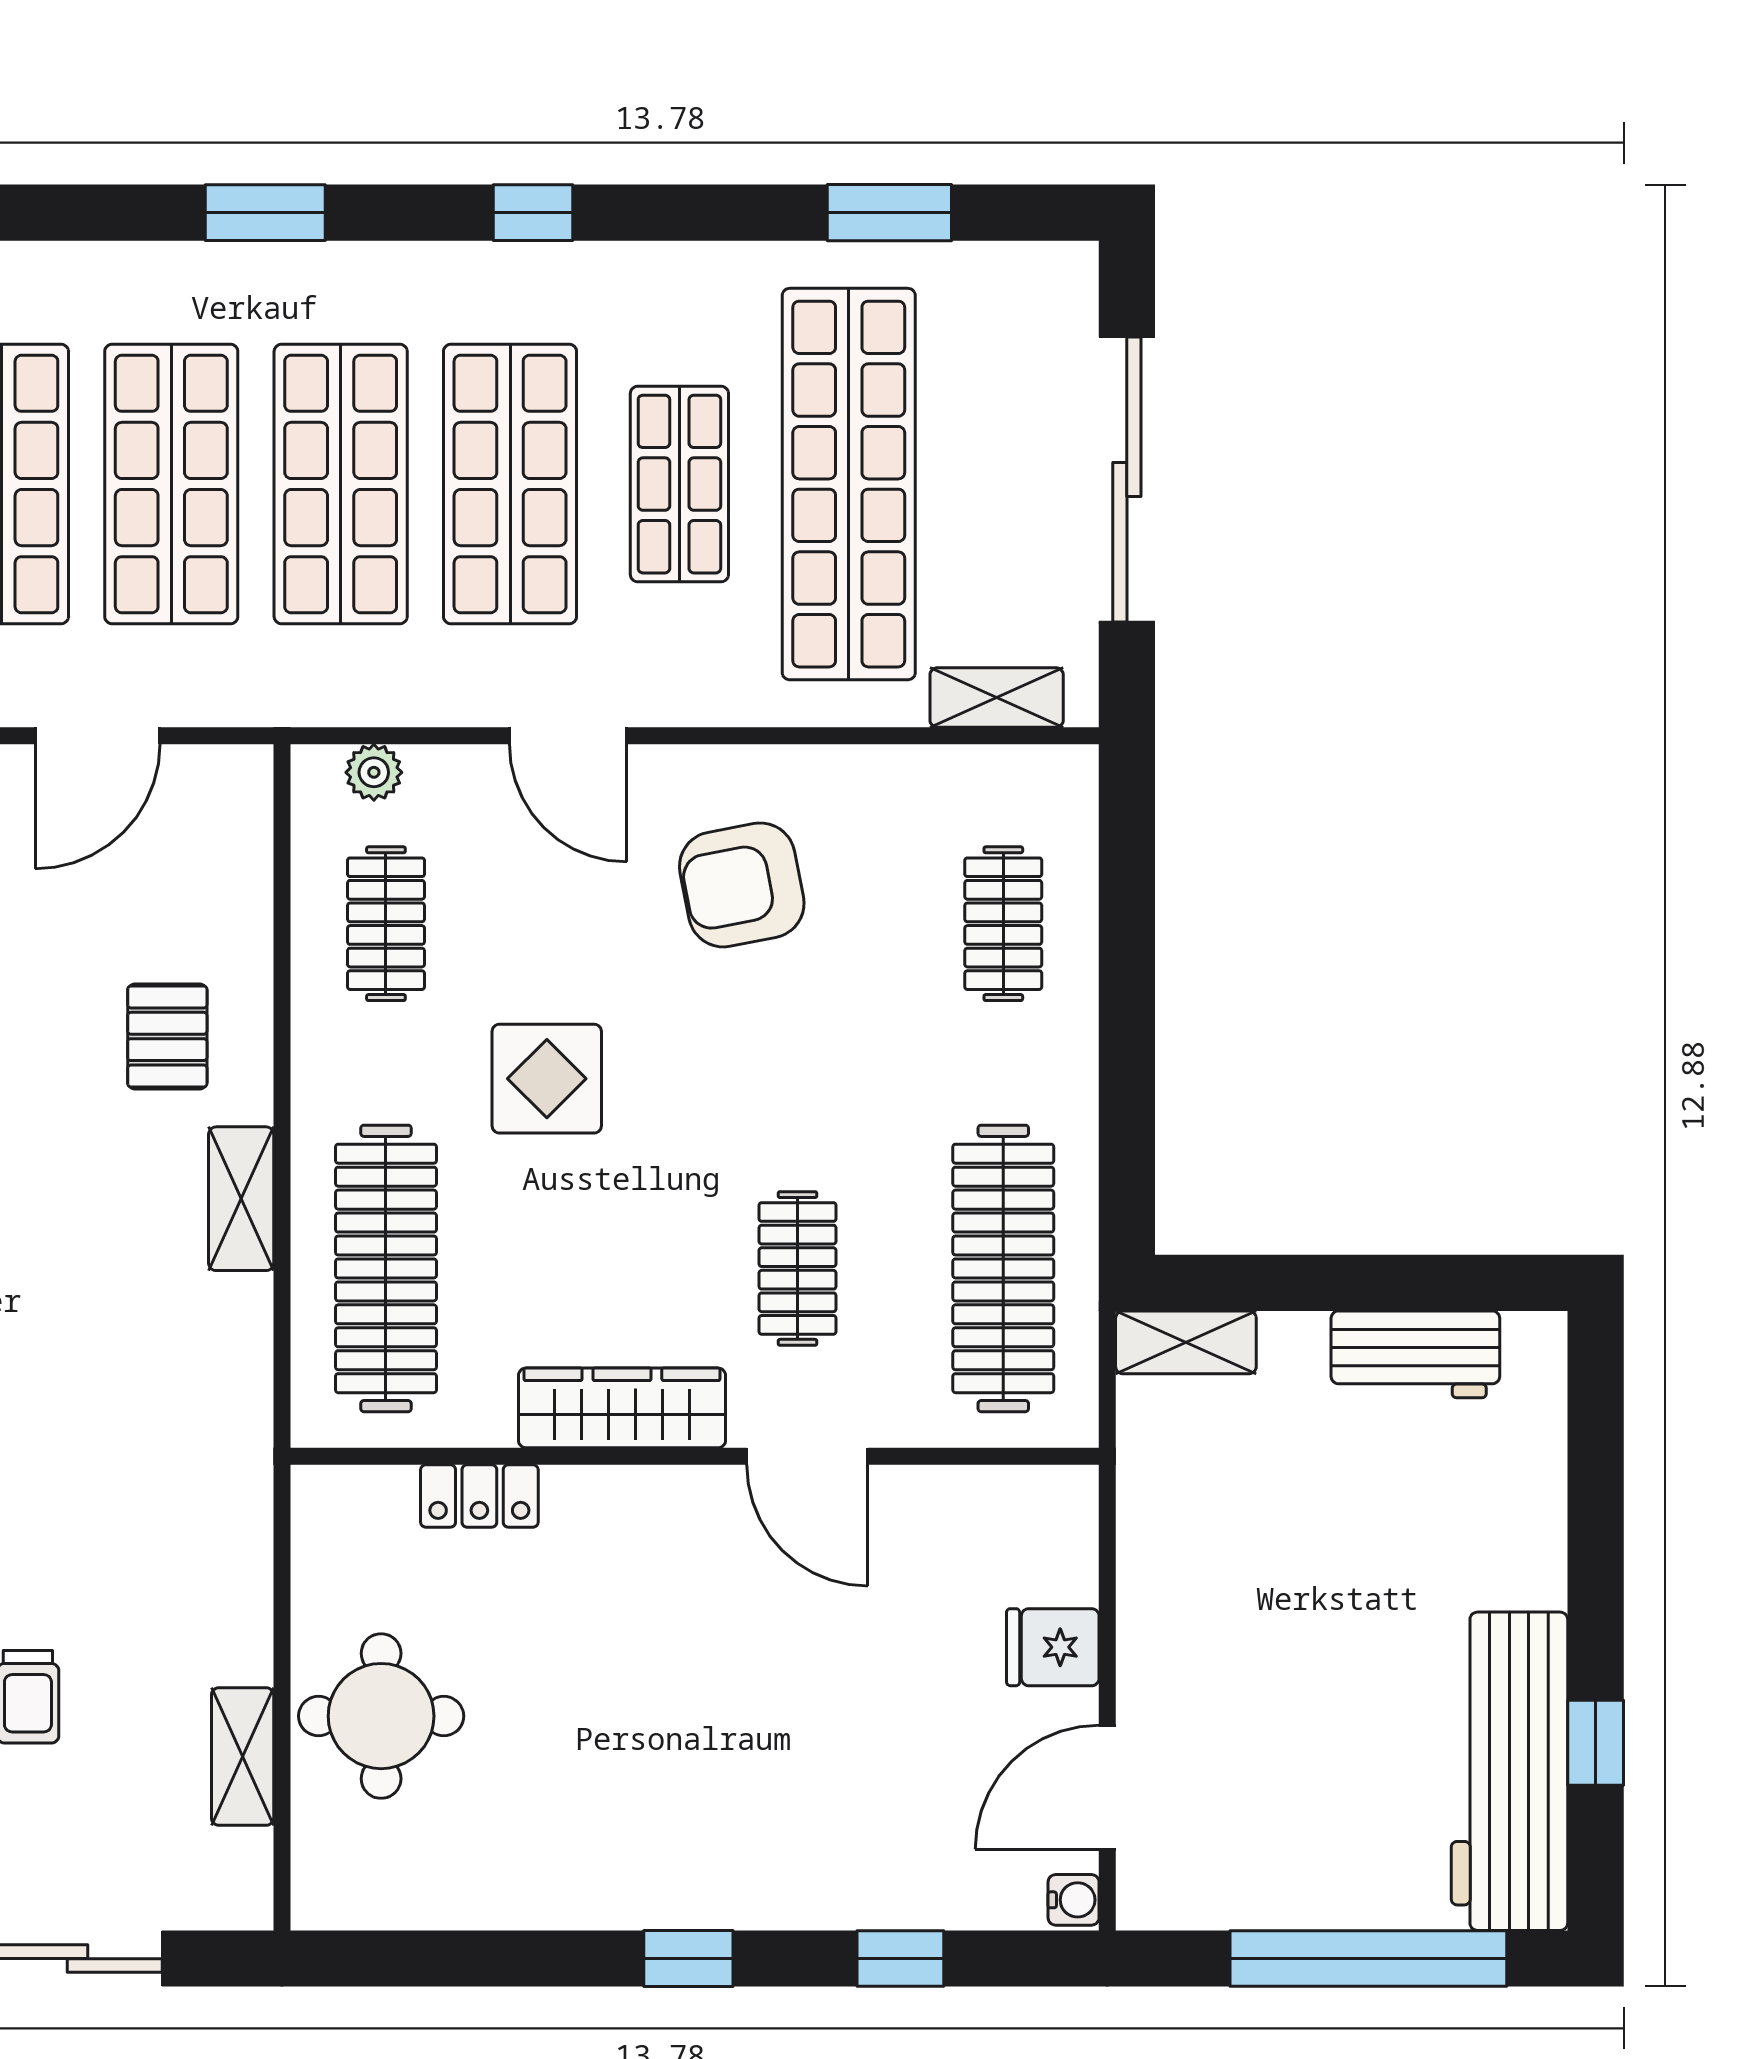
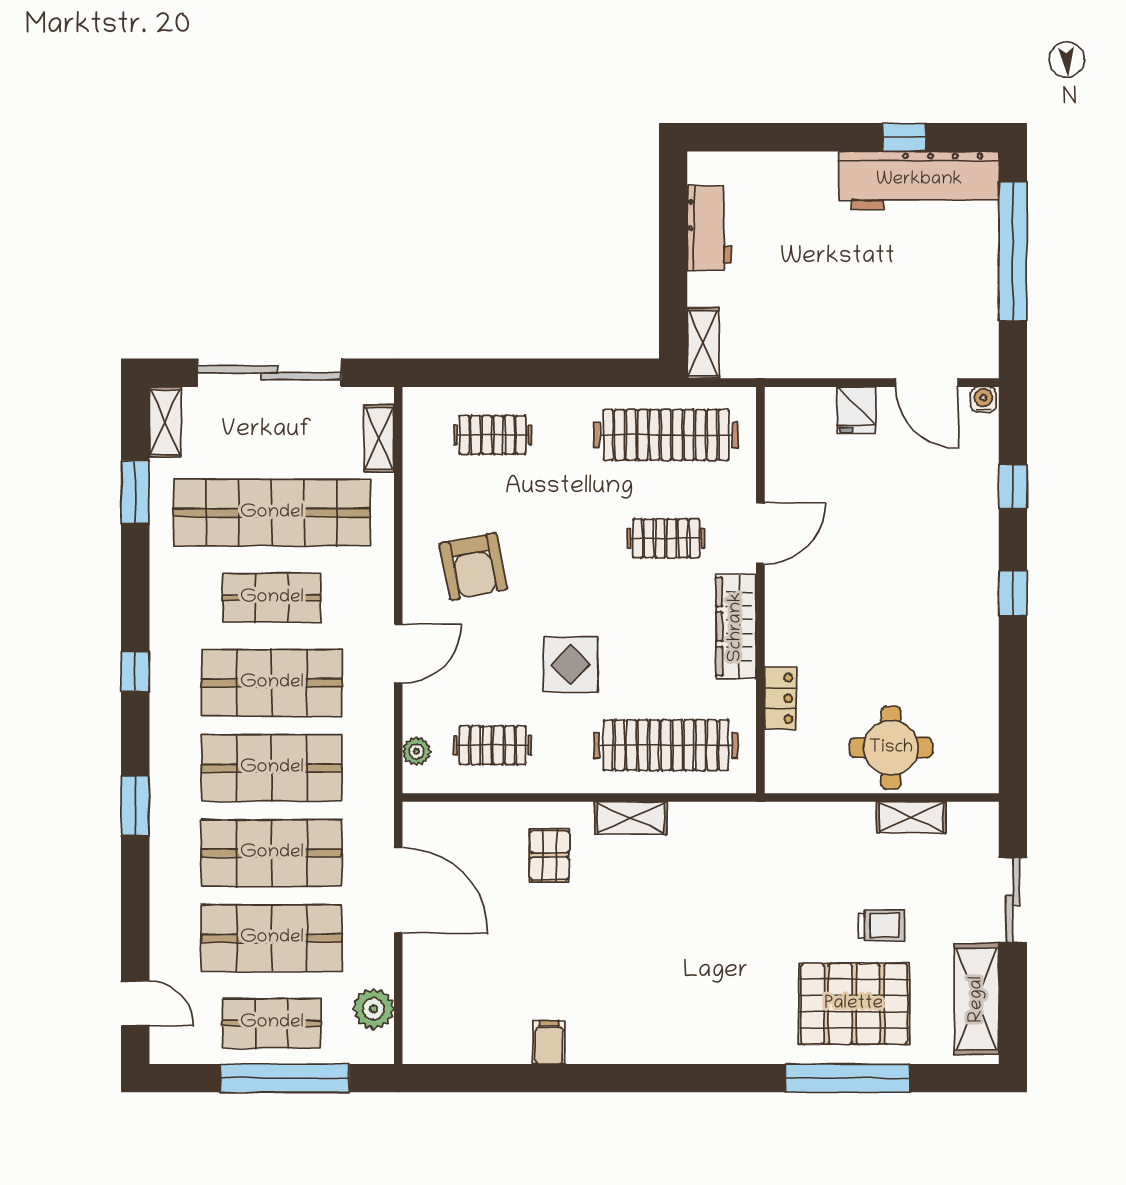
shelving: (1029, 272) -> (165, 422), added
door: (97, 736) -> (398, 890), width x1.36
pallet: (167, 1036) -> (549, 855), turned 90

